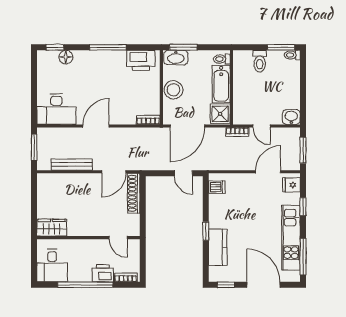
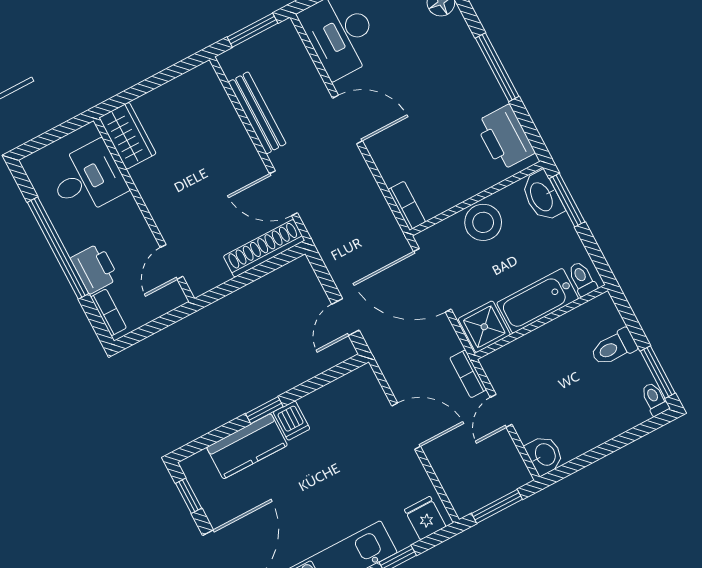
door: (268, 172) -> (406, 426), moved
dishwasher: (217, 187) -> (292, 421), moved
desk: (52, 266) -> (87, 179), moved, turned 180

